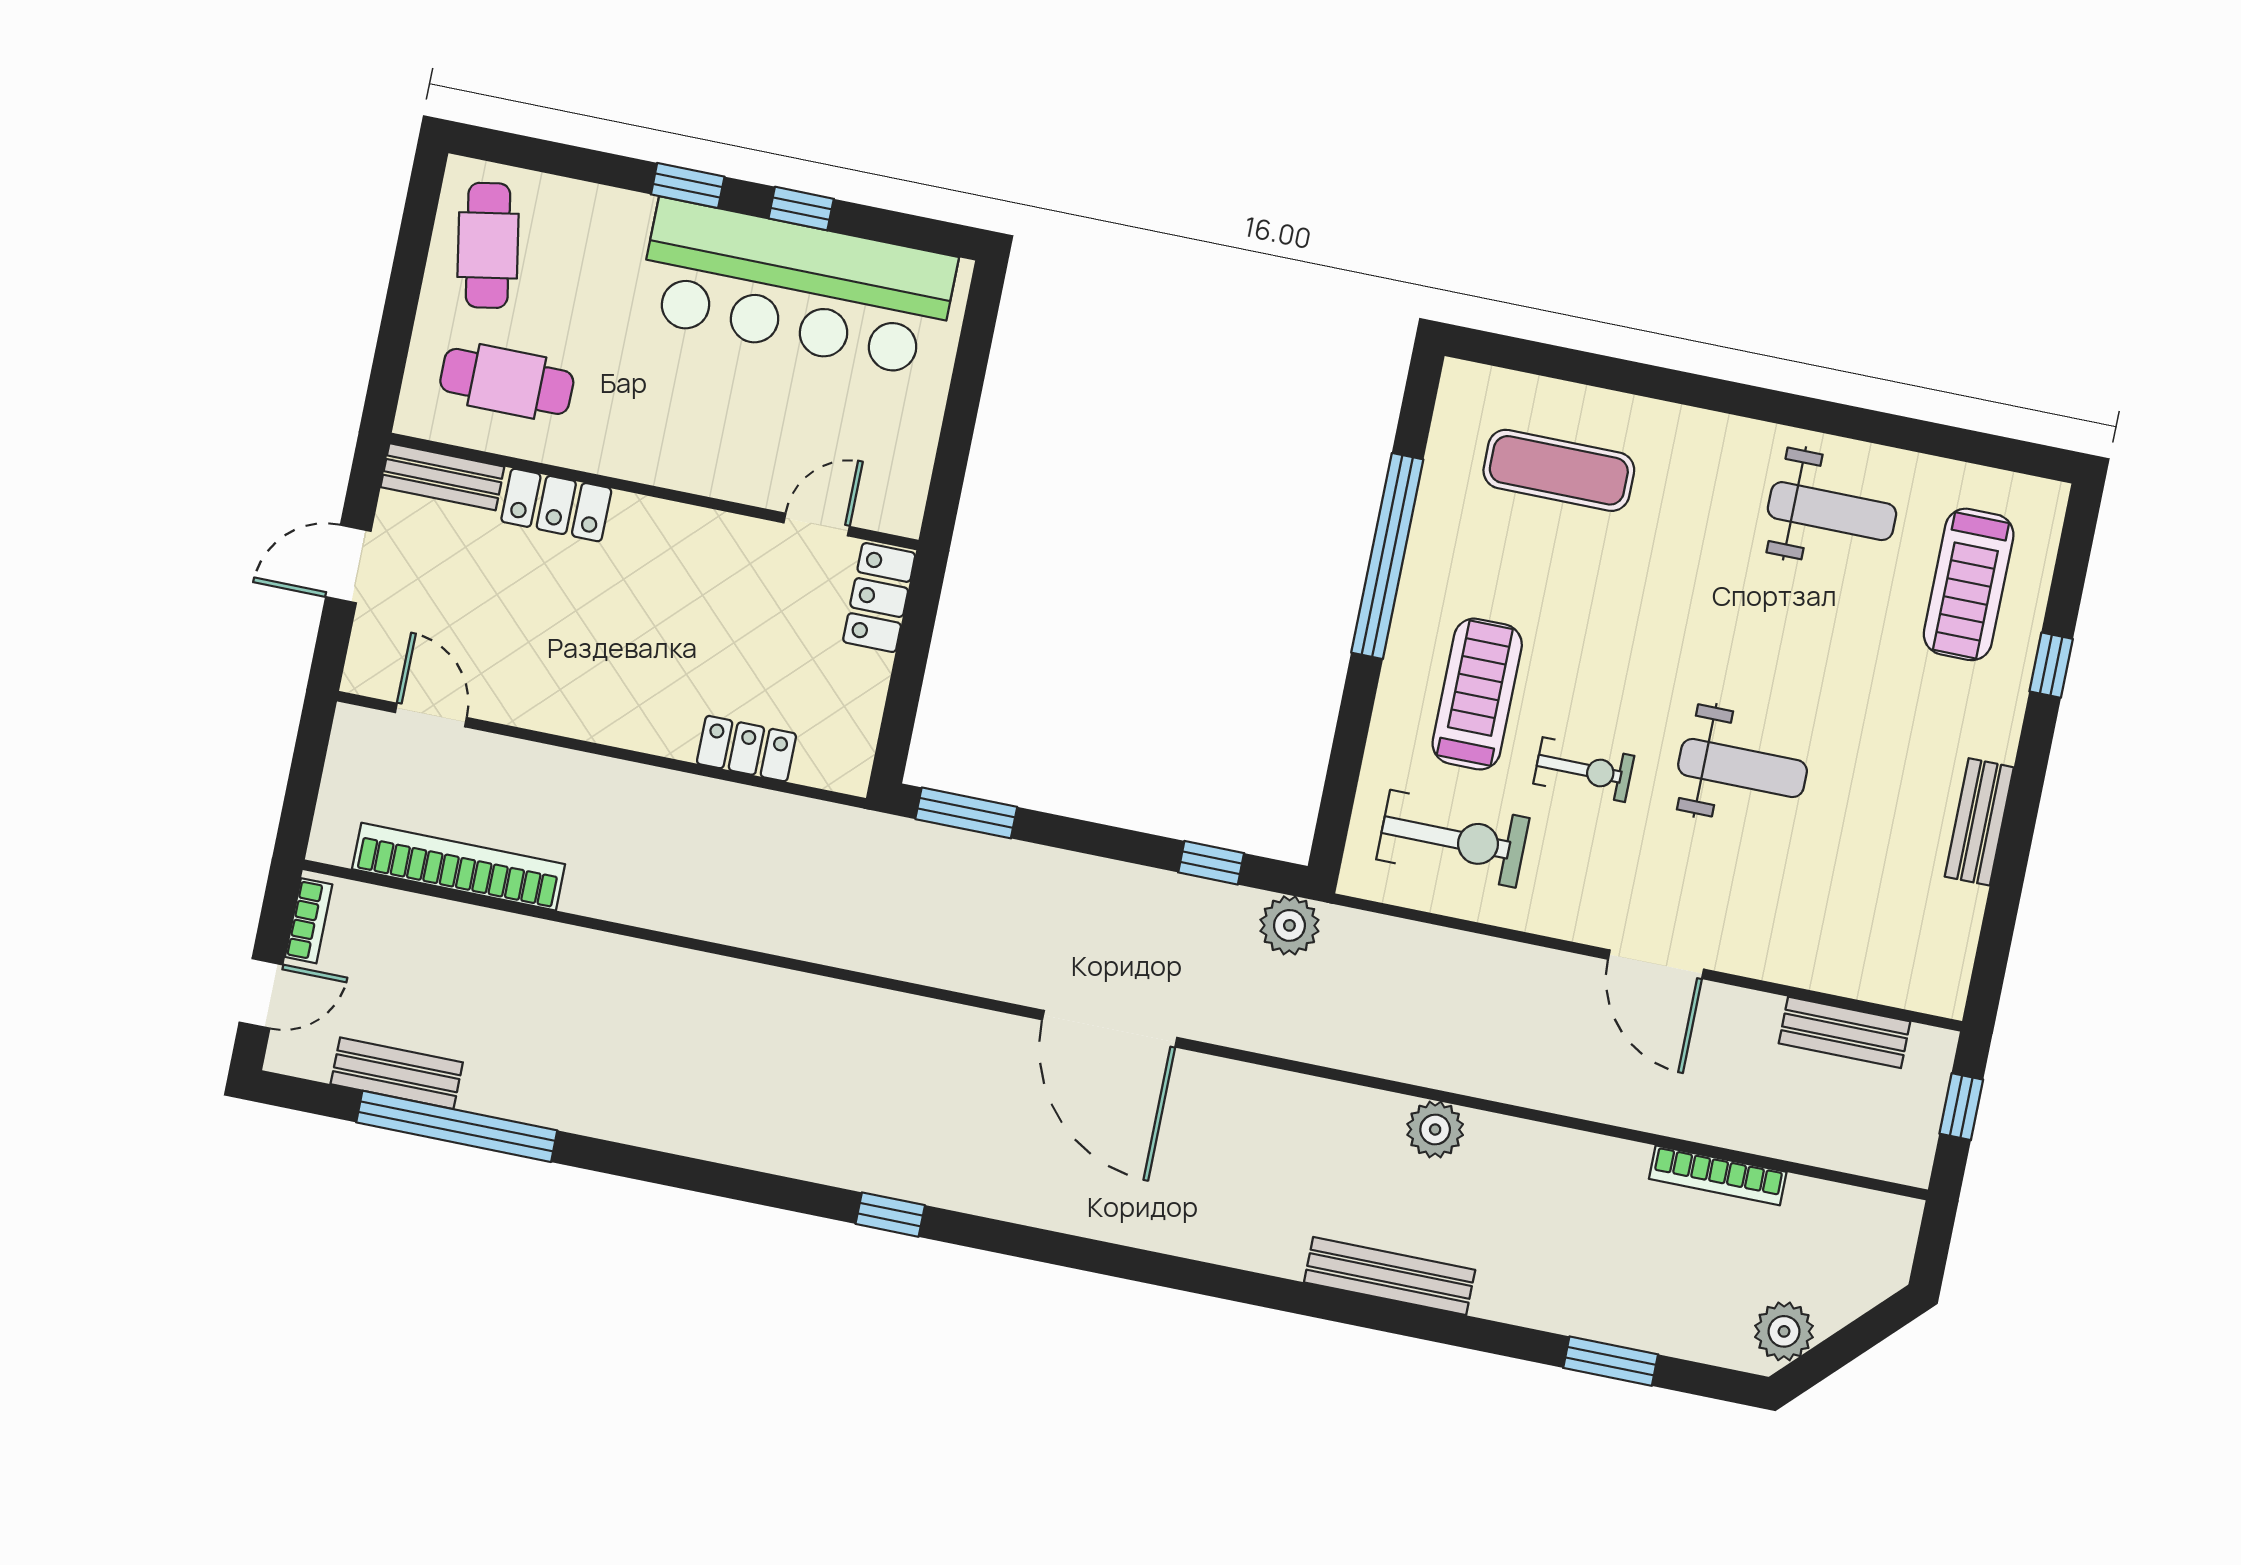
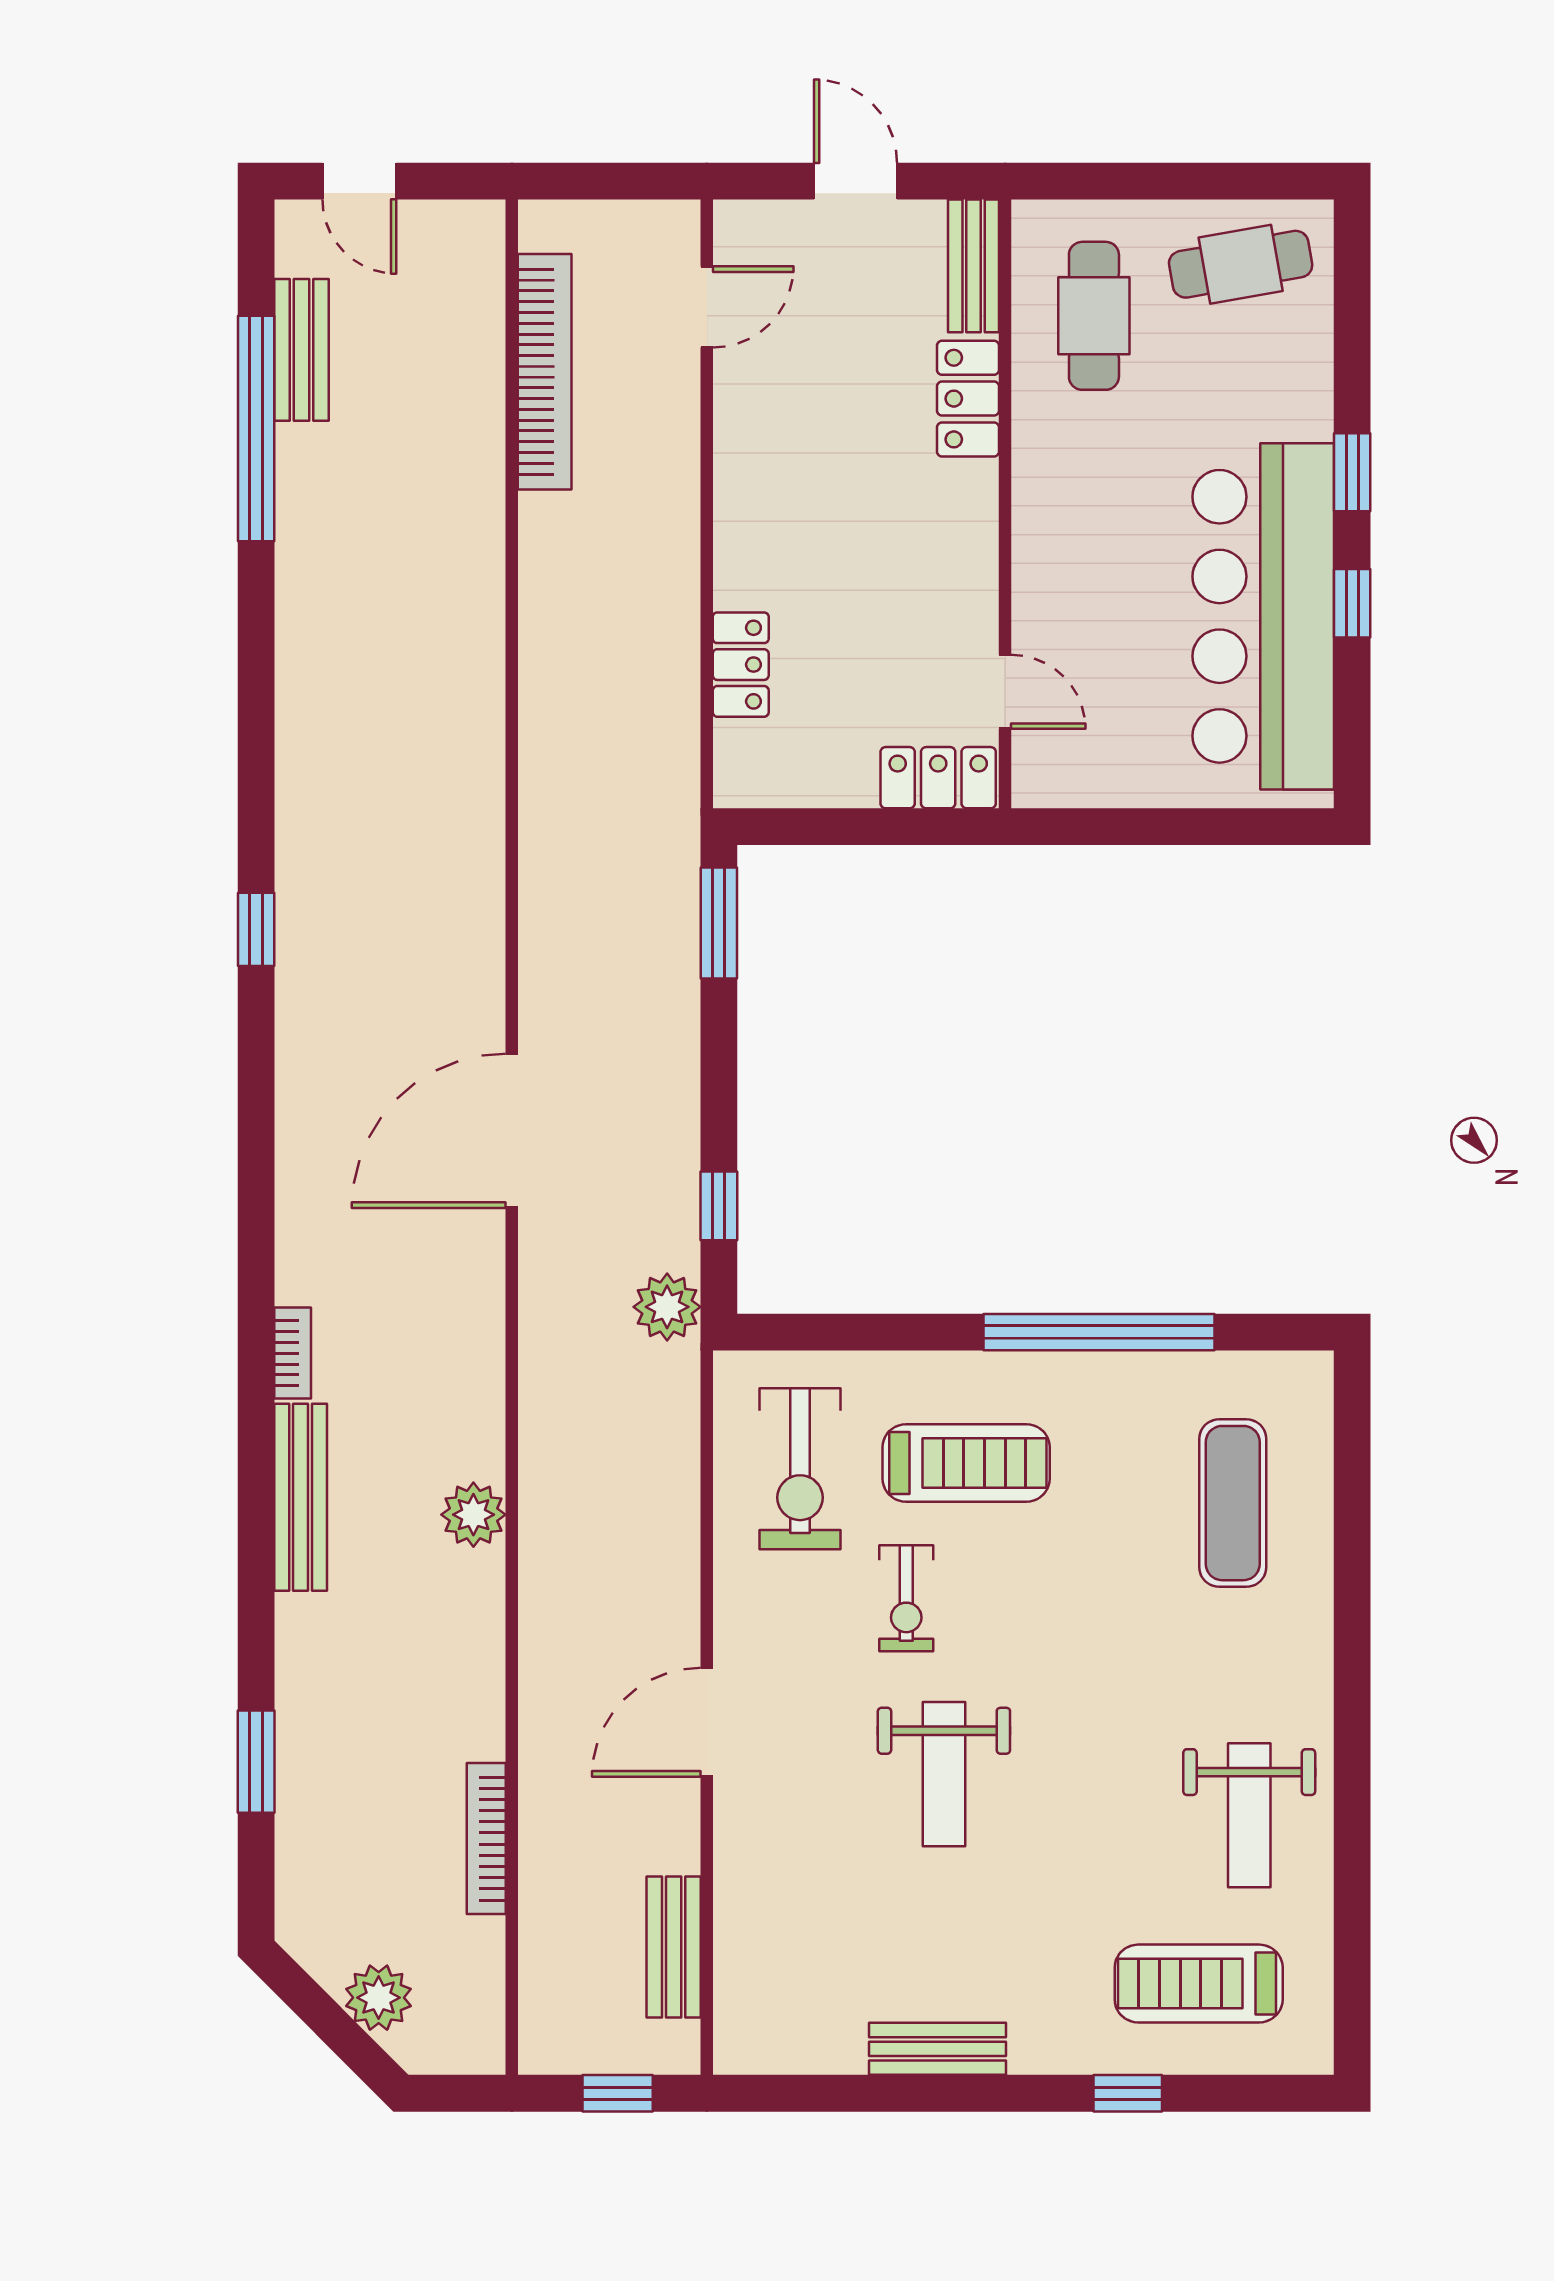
bookcase: (309, 921) -> (293, 1353), moved, turned -90
plant: (1784, 1331) -> (379, 1998), moved

